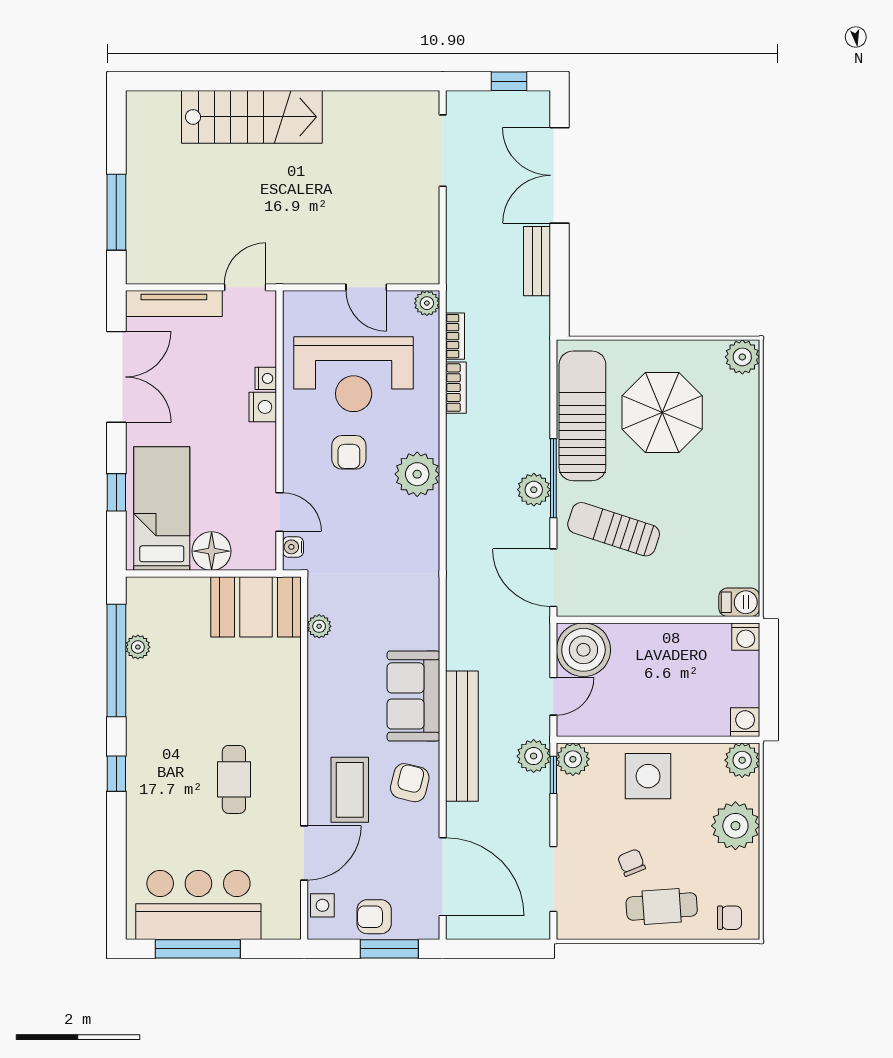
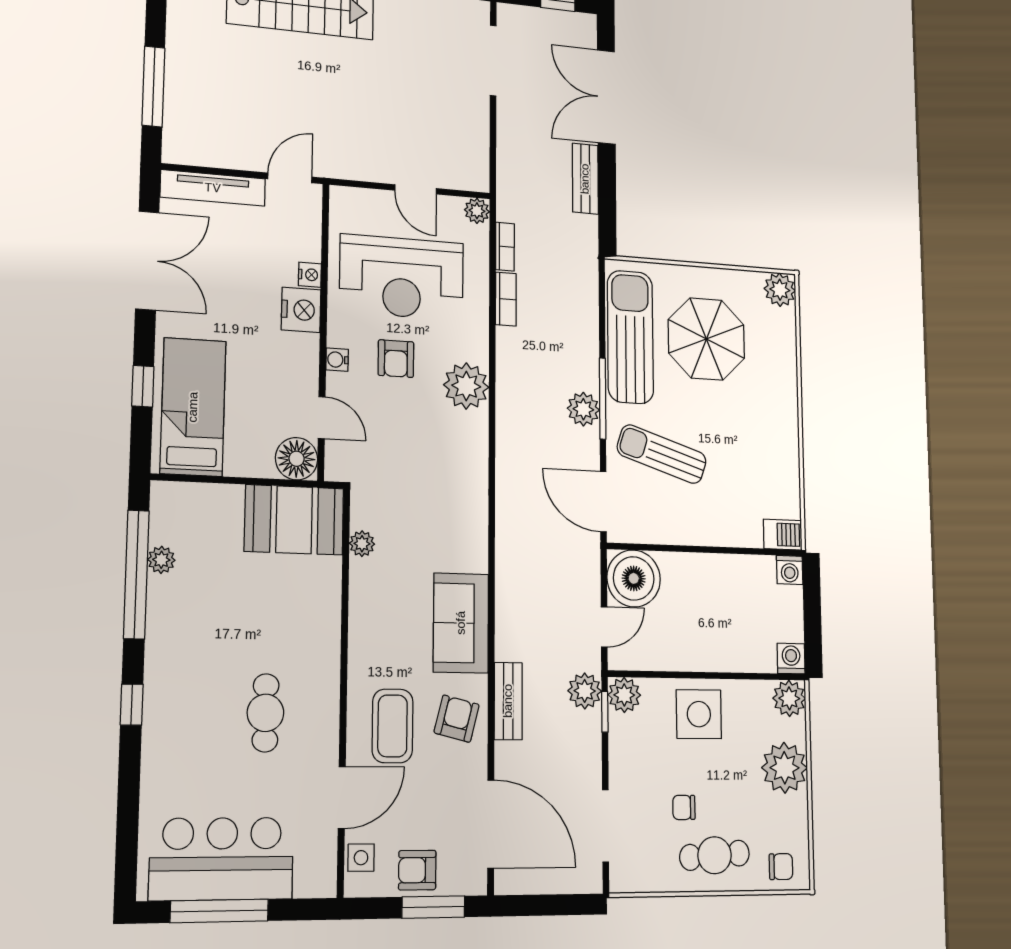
nightstand: (263, 407) -> (301, 310), width x1.36, depth x1.33
water cooler: (293, 547) -> (337, 360), moved
floor lamp: (212, 551) -> (297, 459), moved
bench: (462, 736) -> (508, 701), width x0.54, depth x0.82
chair: (631, 863) -> (684, 807), turned -68

